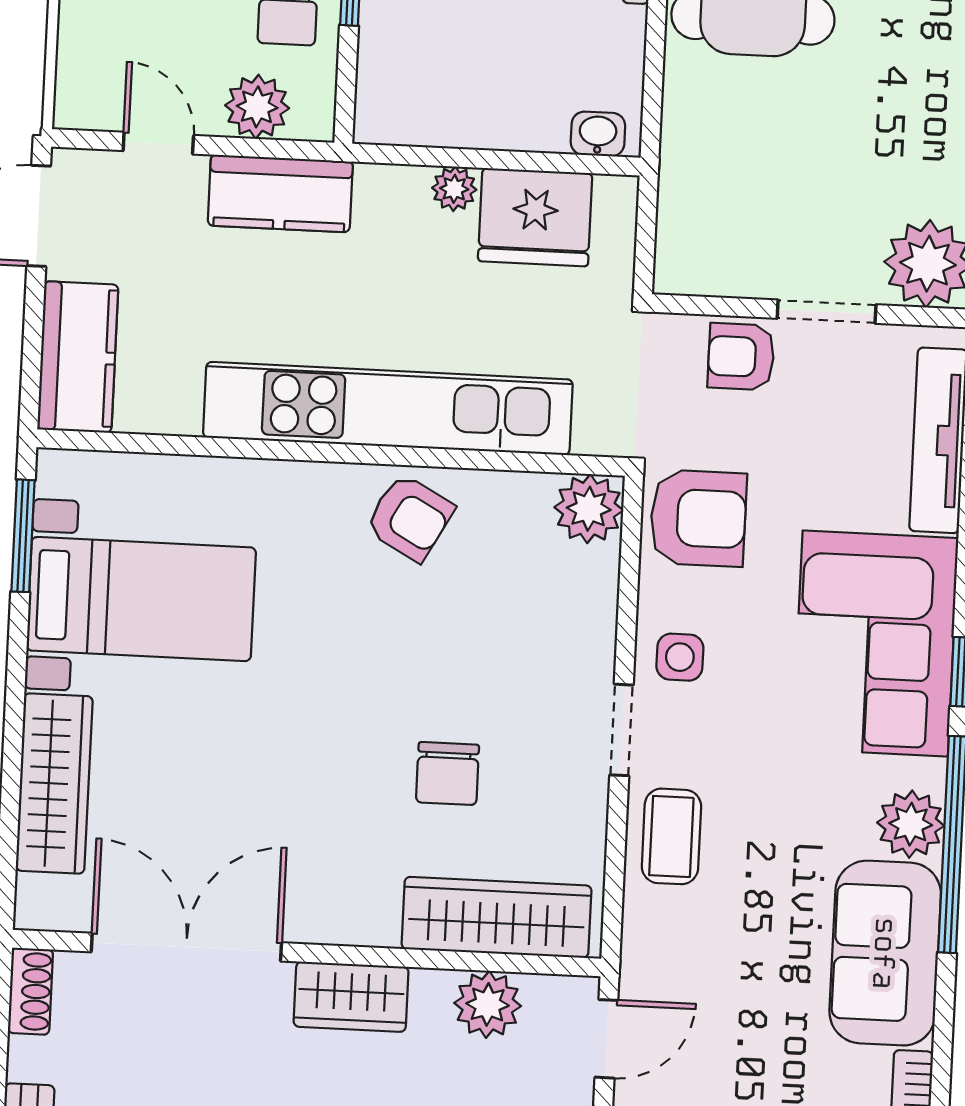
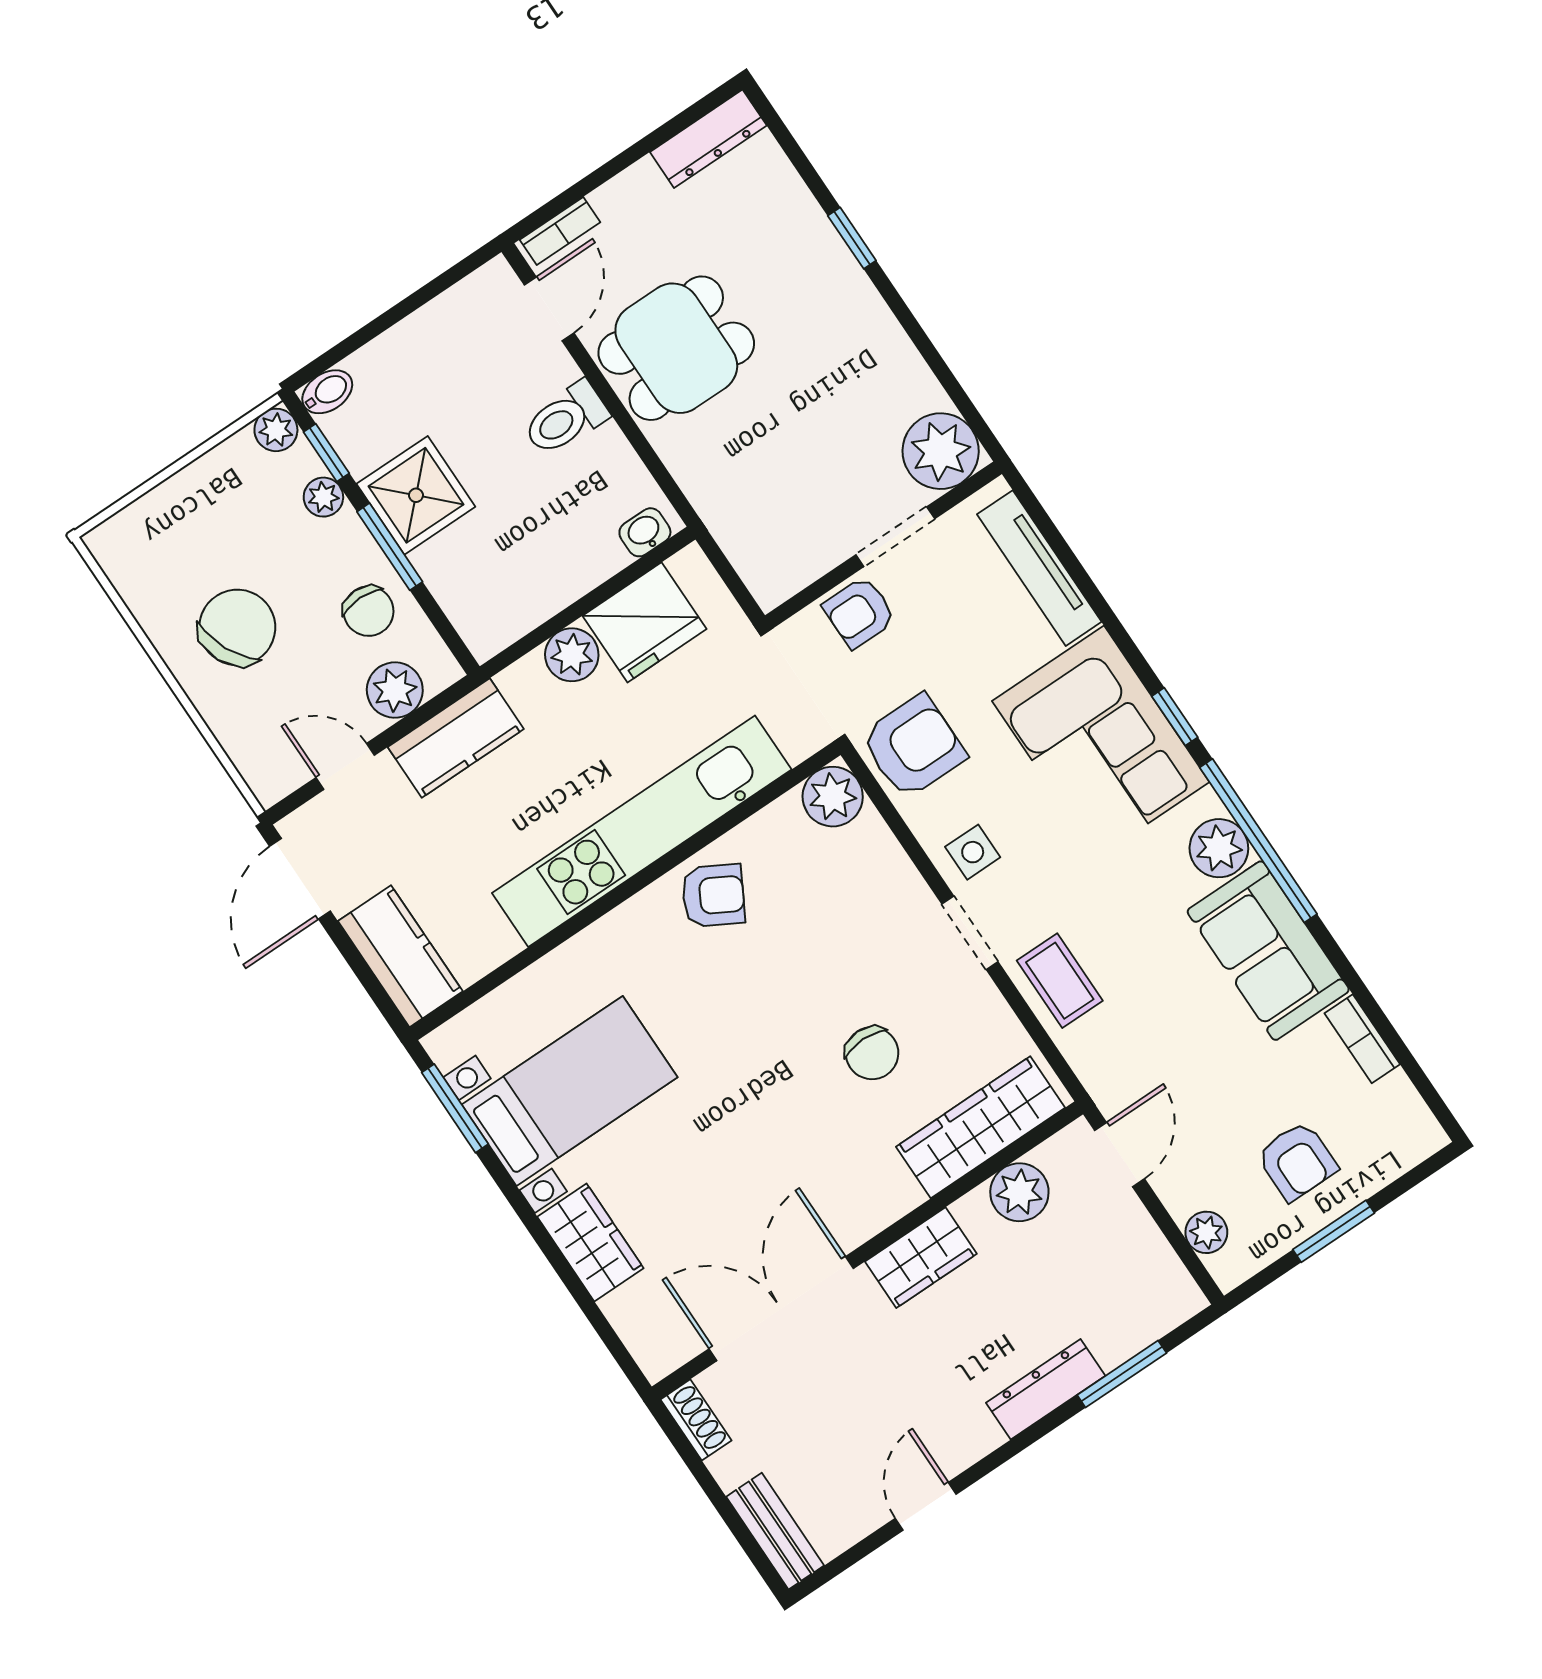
plant: (454, 189) -> (572, 655), width x1.38, depth x1.38
wardrobe: (54, 783) -> (590, 1242), width x0.67

